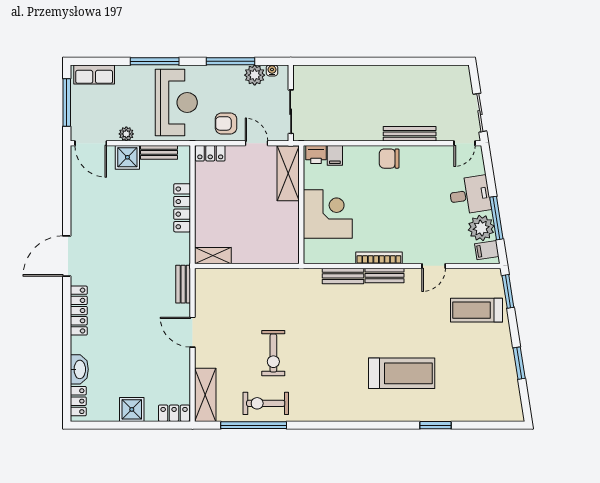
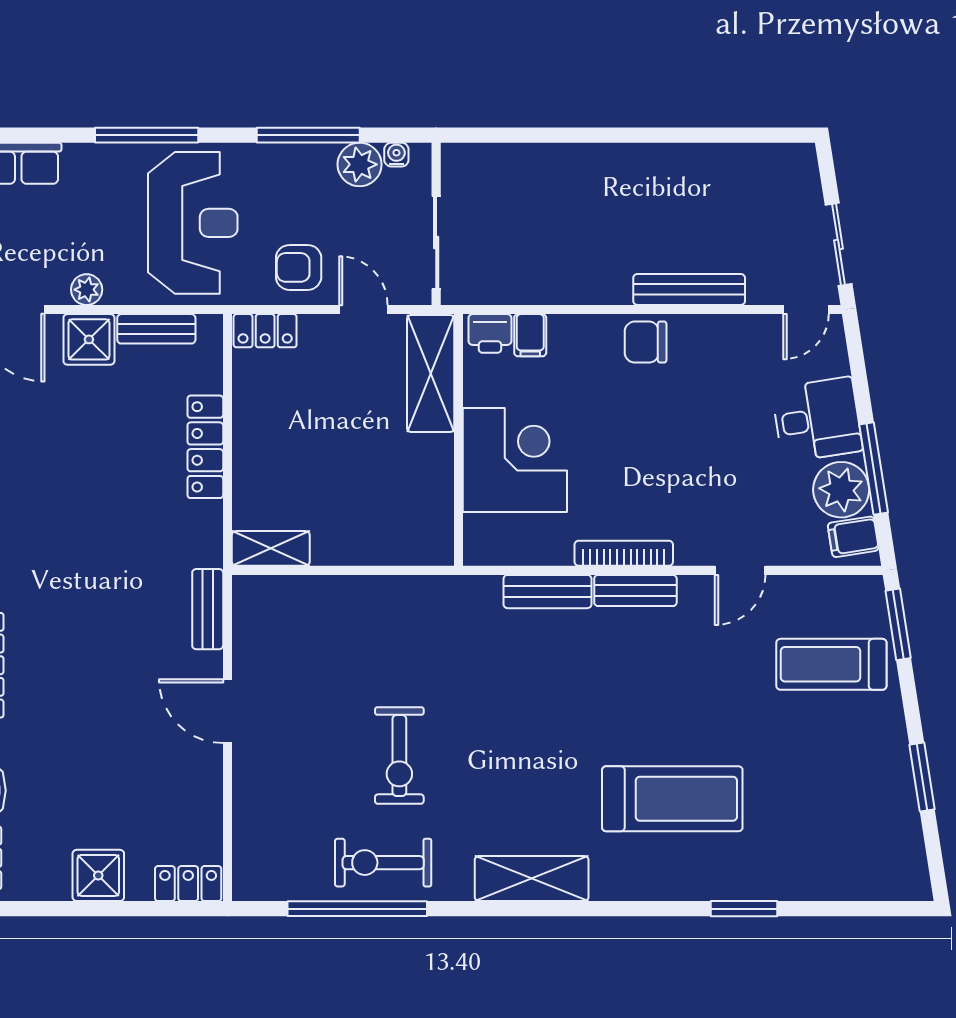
shelving: (205, 395) -> (532, 878), moved, turned 90

